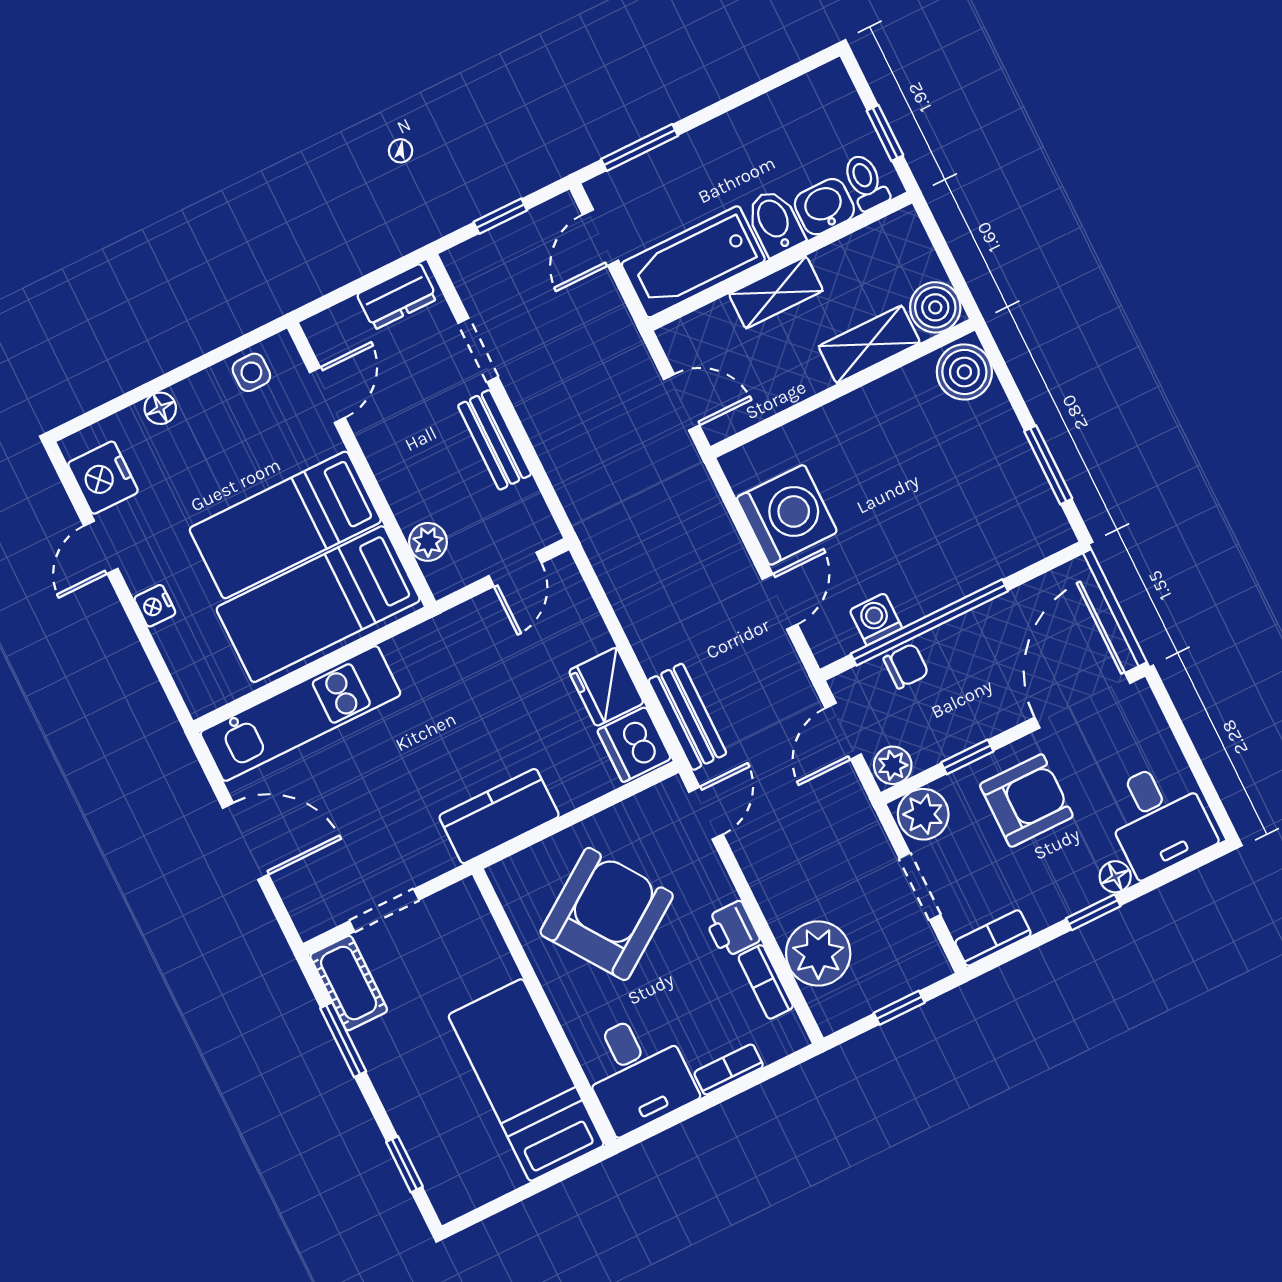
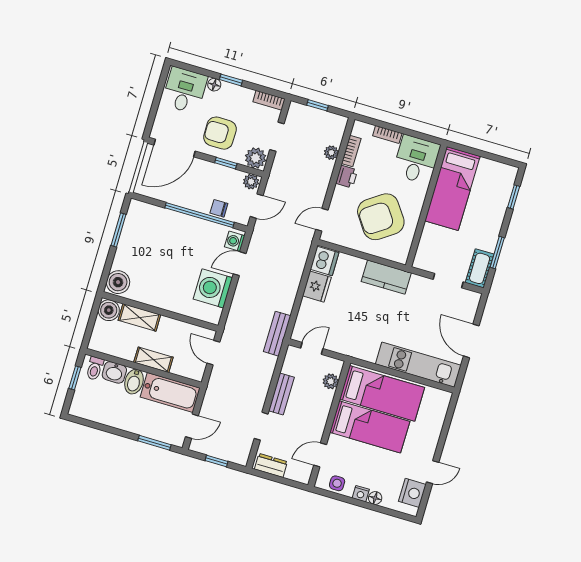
nightstand: (155, 606) -> (361, 494), moved, turned 90
washing machine: (876, 619) -> (235, 241), moved, turned 90
bench: (687, 717) -> (277, 334), moved
plant: (818, 953) -> (331, 153), width x0.53, depth x0.53

